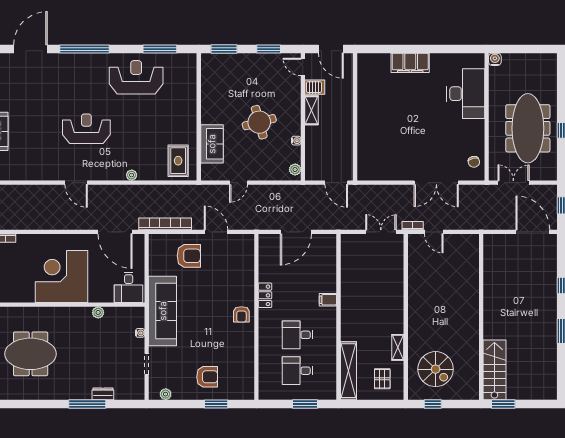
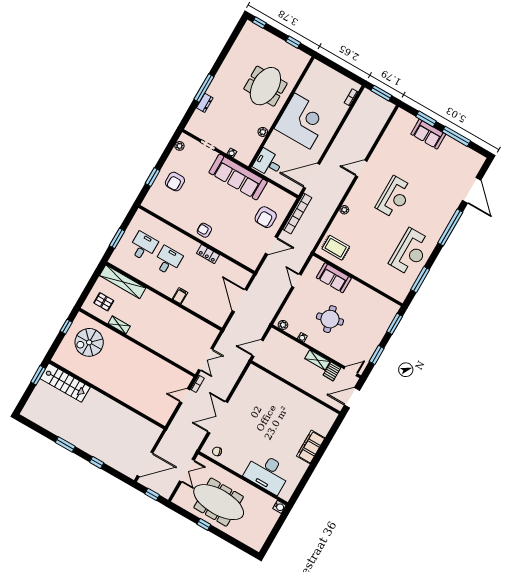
meeting table: (31, 354) -> (265, 86), moved

